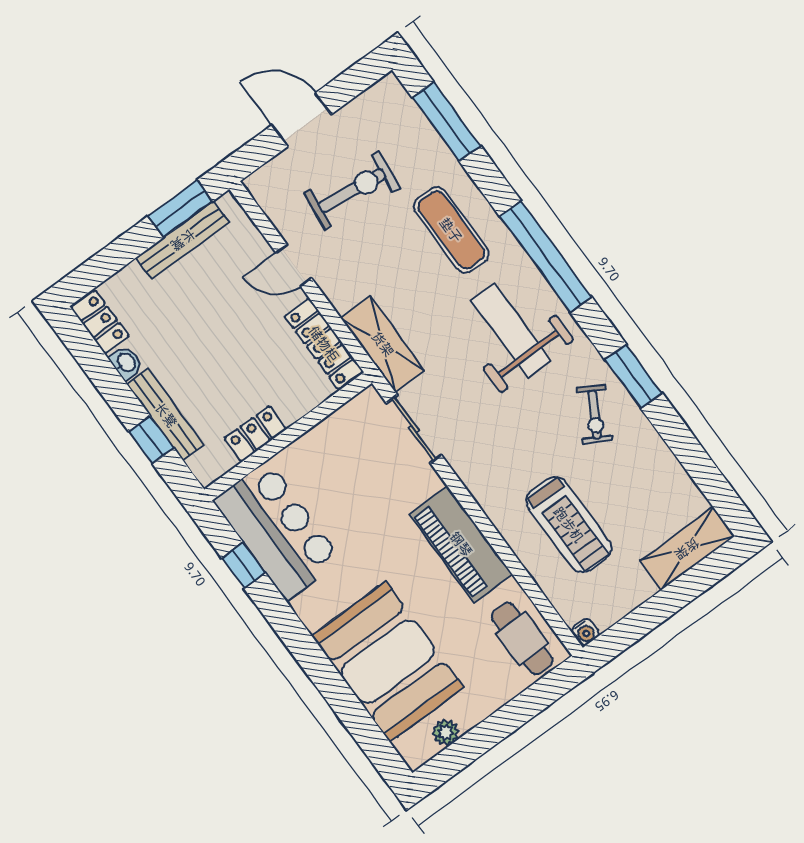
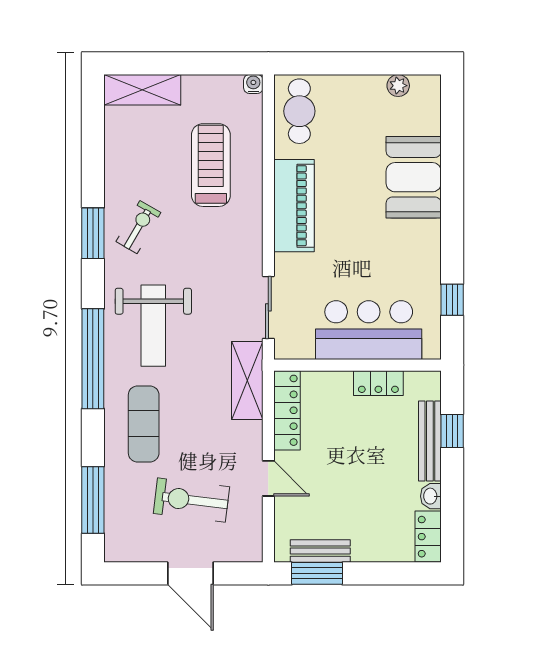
bench: (183, 240) -> (320, 551), width x0.73
bar counter: (277, 531) -> (369, 330), moved, turned 90
booth: (388, 662) -> (414, 177), width x0.73, depth x0.70

